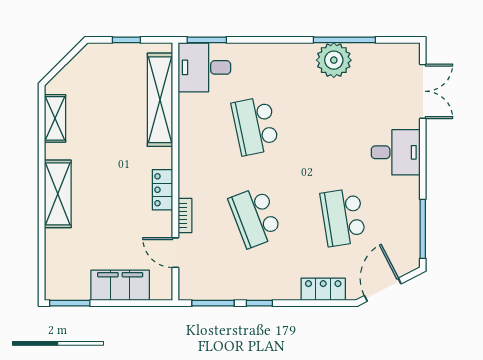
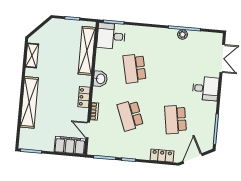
plant: (334, 60) -> (183, 35), width x0.53, depth x0.53
washbasin: (191, 152) -> (100, 79), added
shelving: (58, 194) -> (29, 102), width x1.47
filing cabinet: (120, 285) -> (70, 145), moved

